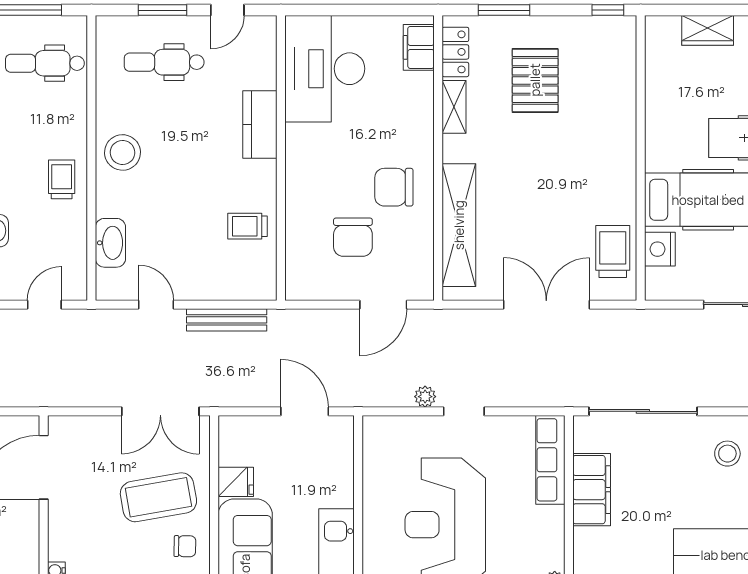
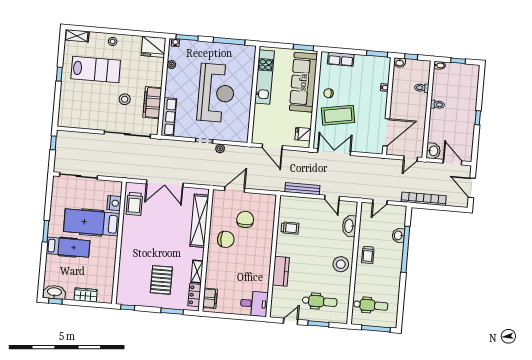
desk: (325, 69) -> (254, 304), width x0.53, depth x0.77
stool: (727, 454) -> (125, 99), moved
fridge: (236, 482) -> (303, 134), moved

